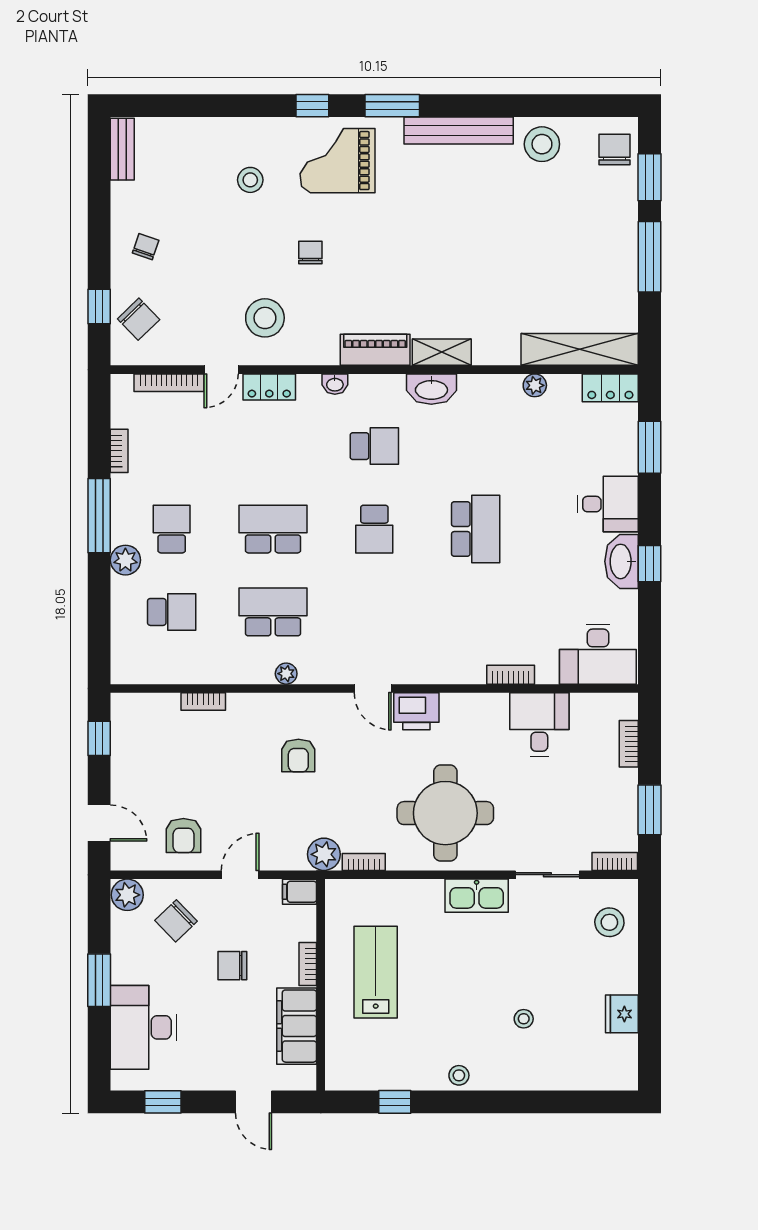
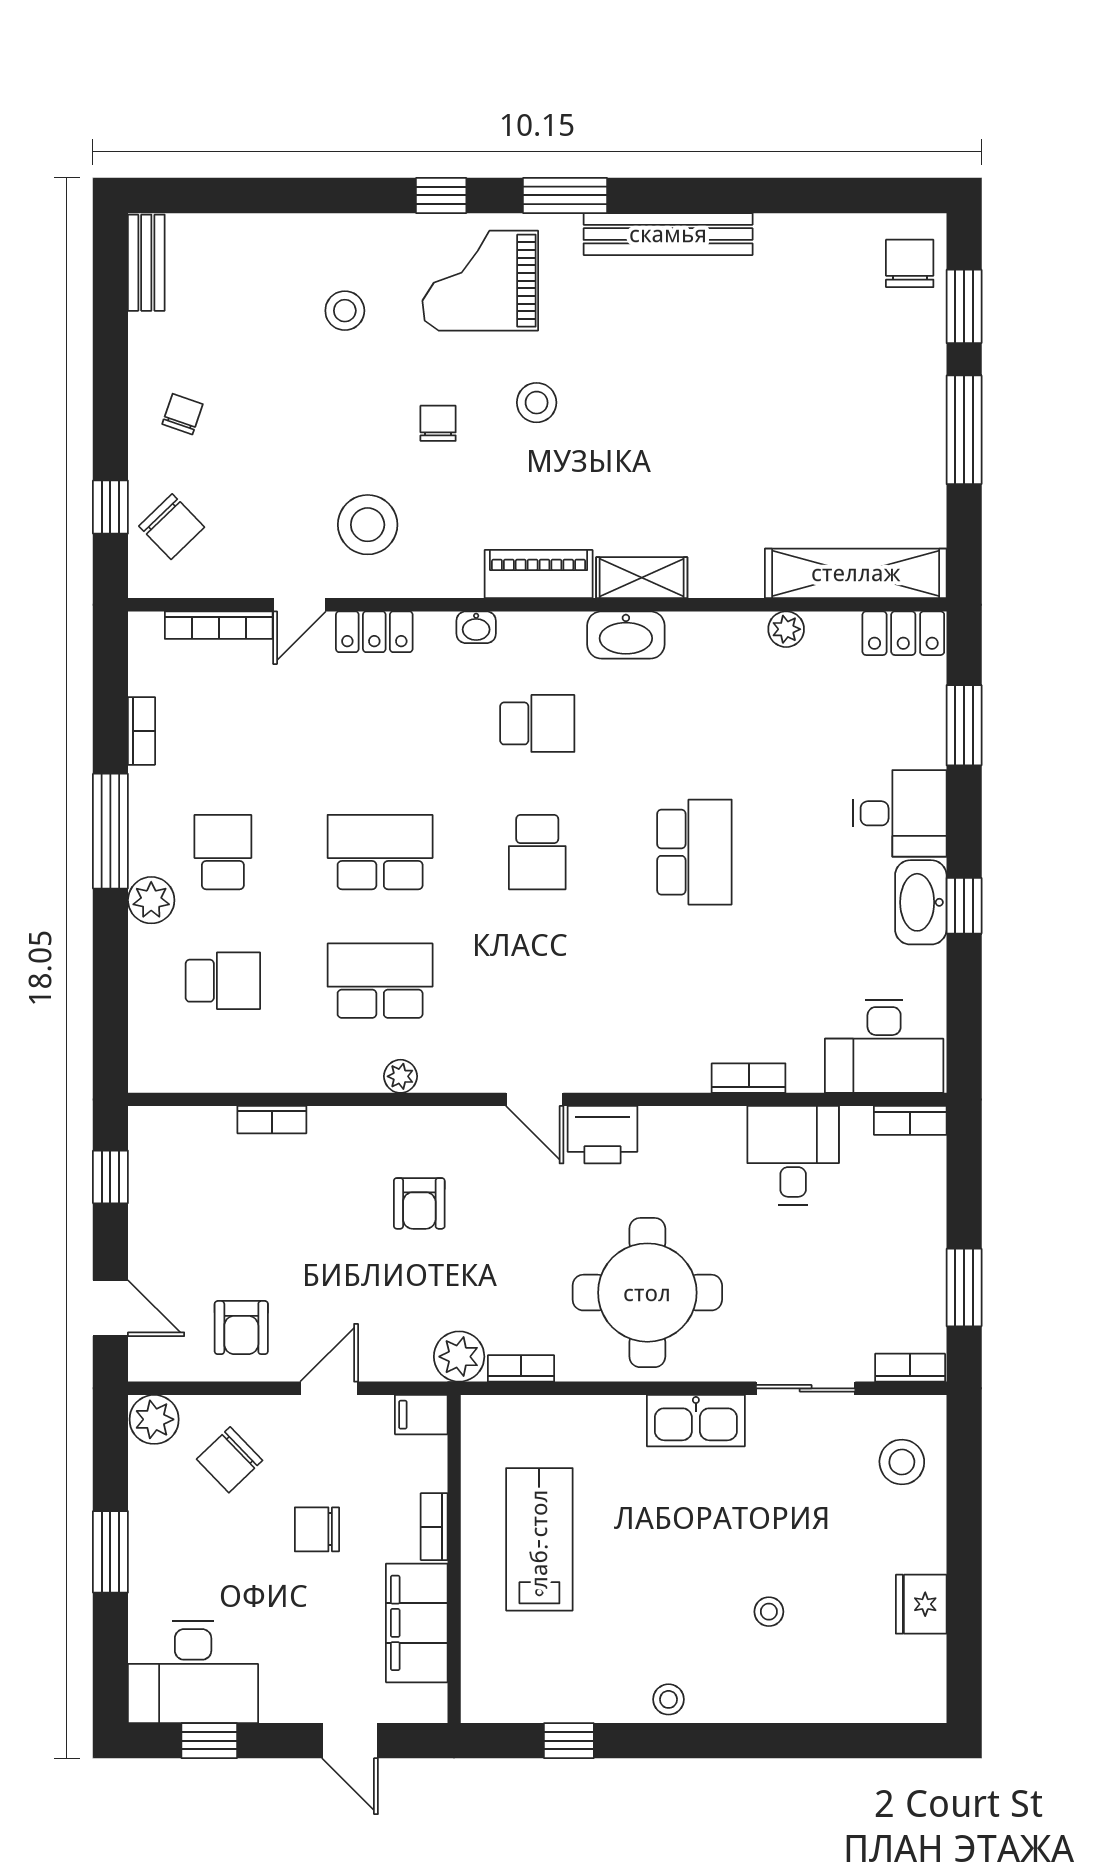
stool: (542, 144) -> (537, 403), moved, width x0.73, depth x0.73
bookcase: (629, 744) -> (910, 1120), moved, turned -90
desk: (143, 1027) -> (193, 1672), moved, turned -90

